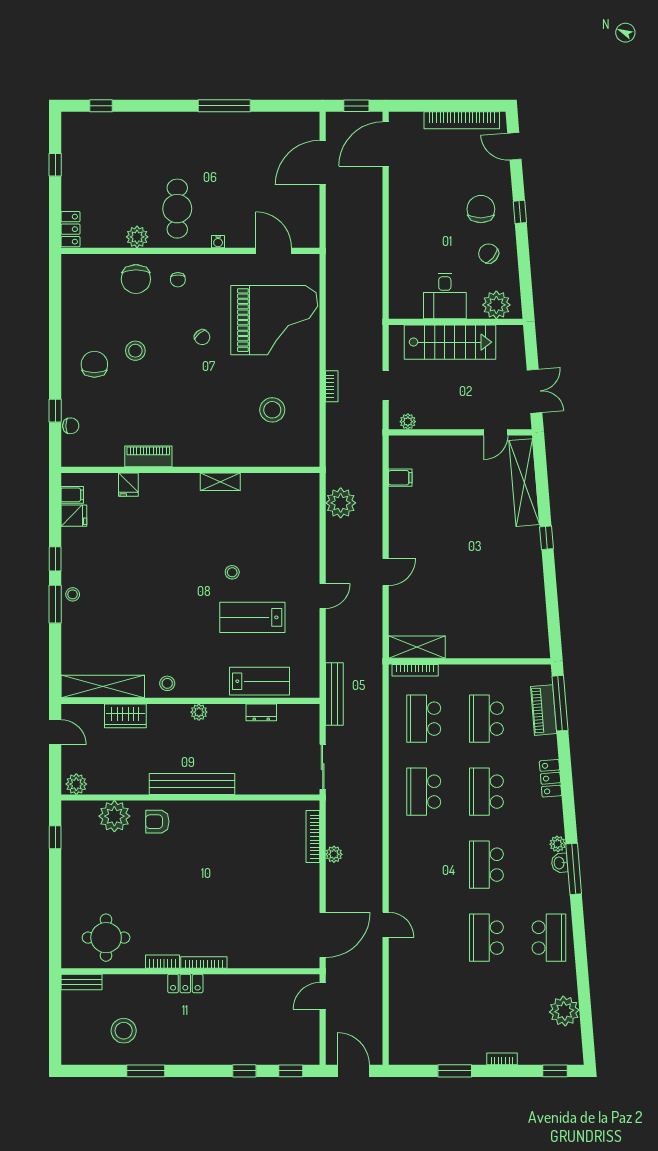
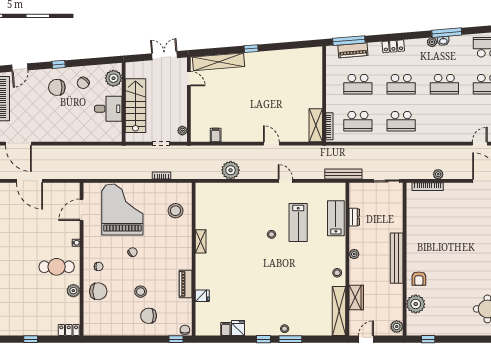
piano: (148, 456) -> (186, 284), moved
wall: (190, 470) -> (194, 259), moved
shelving: (220, 482) -> (201, 241), moved
fridge: (128, 485) -> (202, 296), moved

